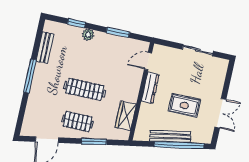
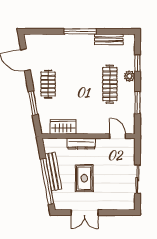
dresser: (150, 88) -> (81, 144), moved
clothes rail: (85, 89) -> (110, 84), moved

